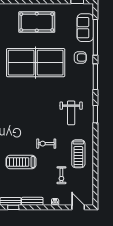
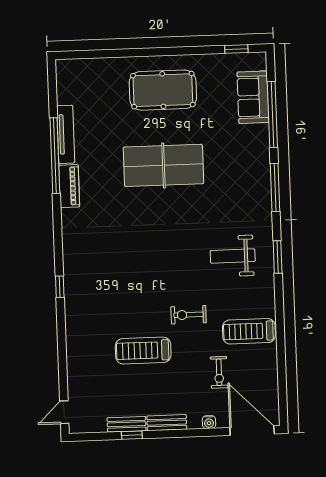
armchair: (80, 58) -> (246, 153), removed
table tennis table: (36, 63) -> (163, 165), width x0.73, depth x0.76
weight bench: (71, 113) -> (233, 256), turned 90
treadmill: (78, 154) -> (249, 331), turned 90
door: (78, 207) -> (252, 431), width x1.88

